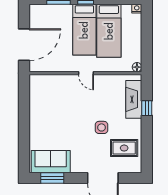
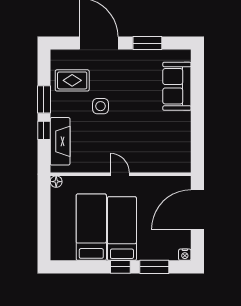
nightstand: (137, 9) -> (185, 255), moved
window: (147, 133) -> (44, 99), added
sofa: (51, 162) -> (177, 86), moved, turned 90
window: (52, 178) -> (147, 43), moved

